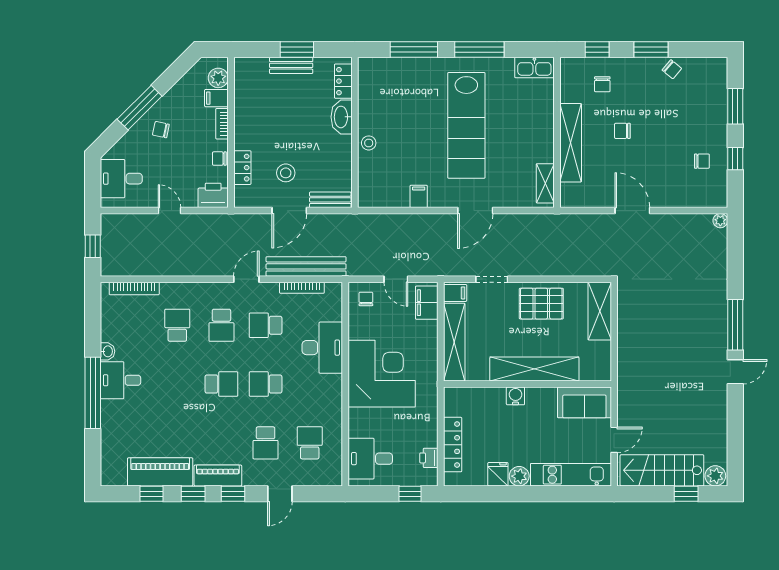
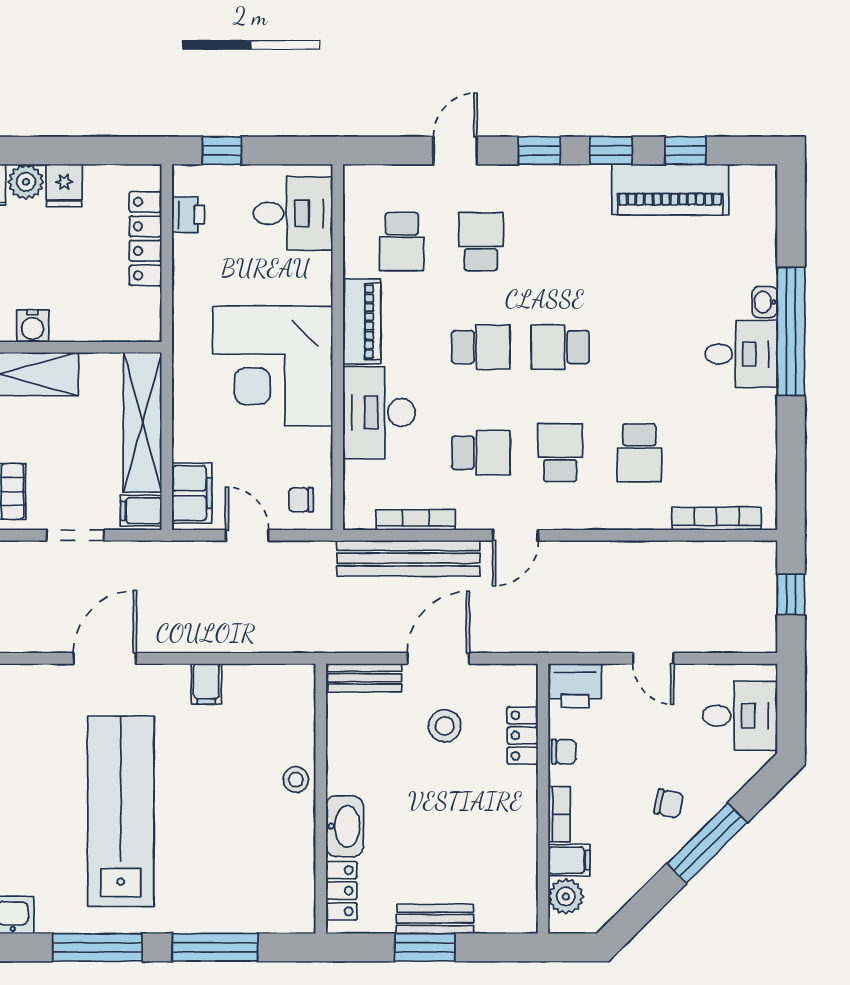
chair: (366, 299) -> (301, 500), turned 90
washbasin: (107, 351) -> (765, 302), moved
piano: (218, 475) -> (362, 321), moved, turned -90

